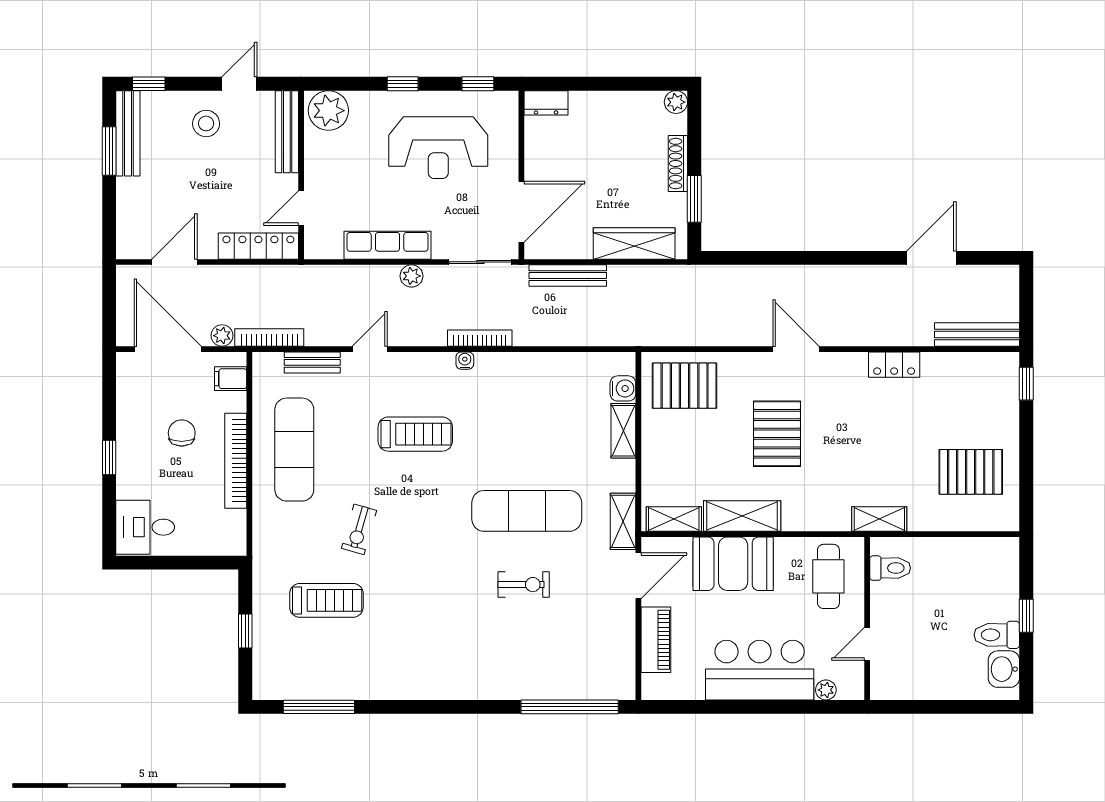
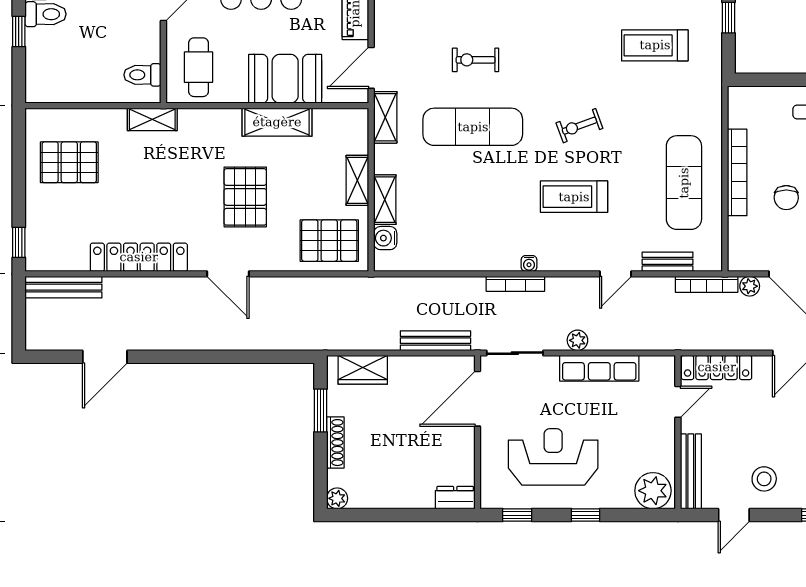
wardrobe: (634, 243) -> (363, 370), width x0.67
locker: (894, 365) -> (139, 257), width x2.16, depth x1.21
filing cabinet: (231, 379) -> (742, 247), removed
shelving: (674, 519) -> (357, 180), moved, turned 90
exercise bike: (359, 529) -> (579, 126), moved, turned -126

